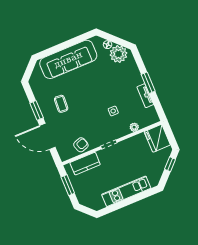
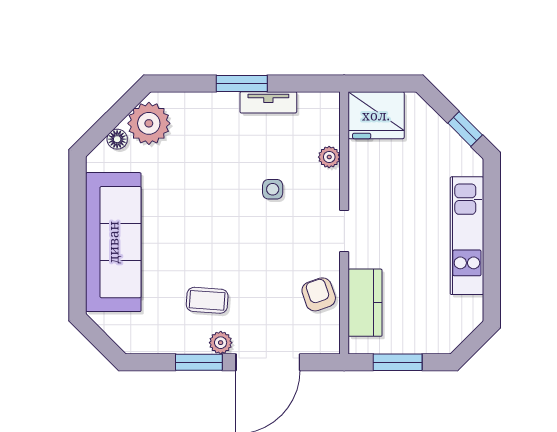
plant: (47, 116) -> (221, 343), added
window: (170, 164) -> (465, 129), moved

